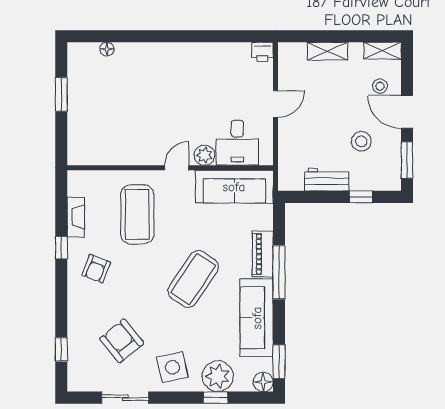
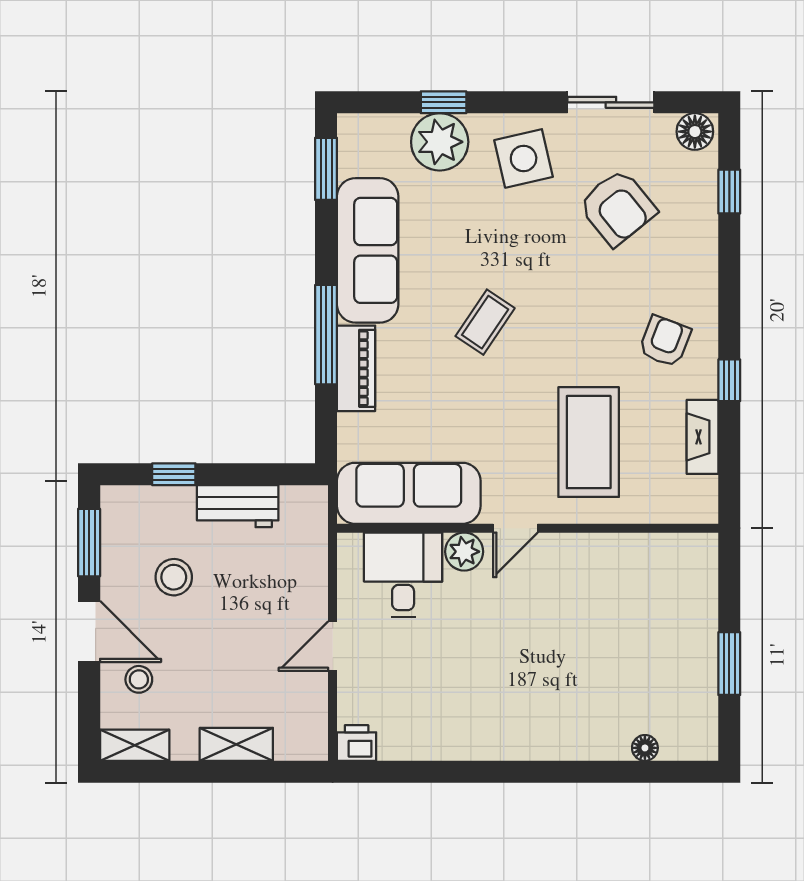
coffee table: (193, 279) -> (485, 322), width x0.54, depth x0.58
floor lamp: (263, 382) -> (695, 132), moved

